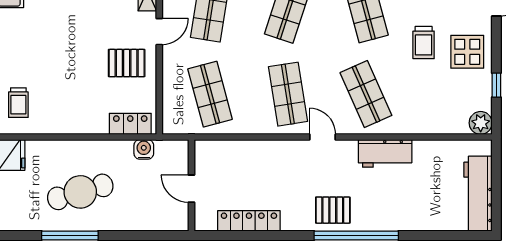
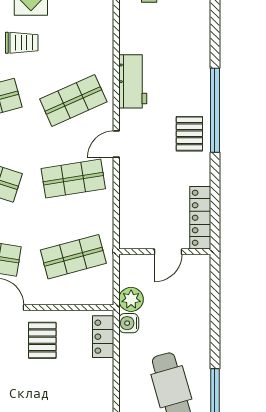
plant: (167, 152) -> (131, 299), added
wall: (191, 185) -> (165, 252), moved
door: (191, 189) -> (168, 252), moved

